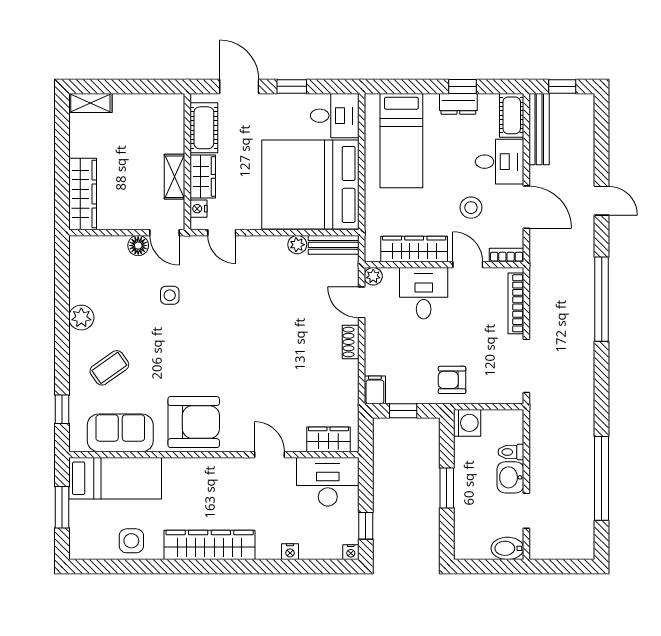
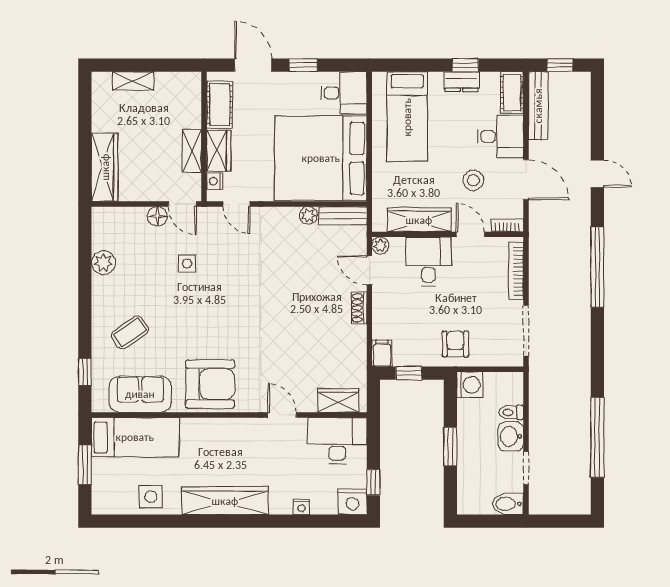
shelving: (90, 103) -> (133, 81), moved
plant: (81, 318) -> (103, 263), moved
armchair: (452, 380) -> (455, 344), turned 90
nightstand: (351, 552) -> (353, 502), width x1.89, depth x1.79

